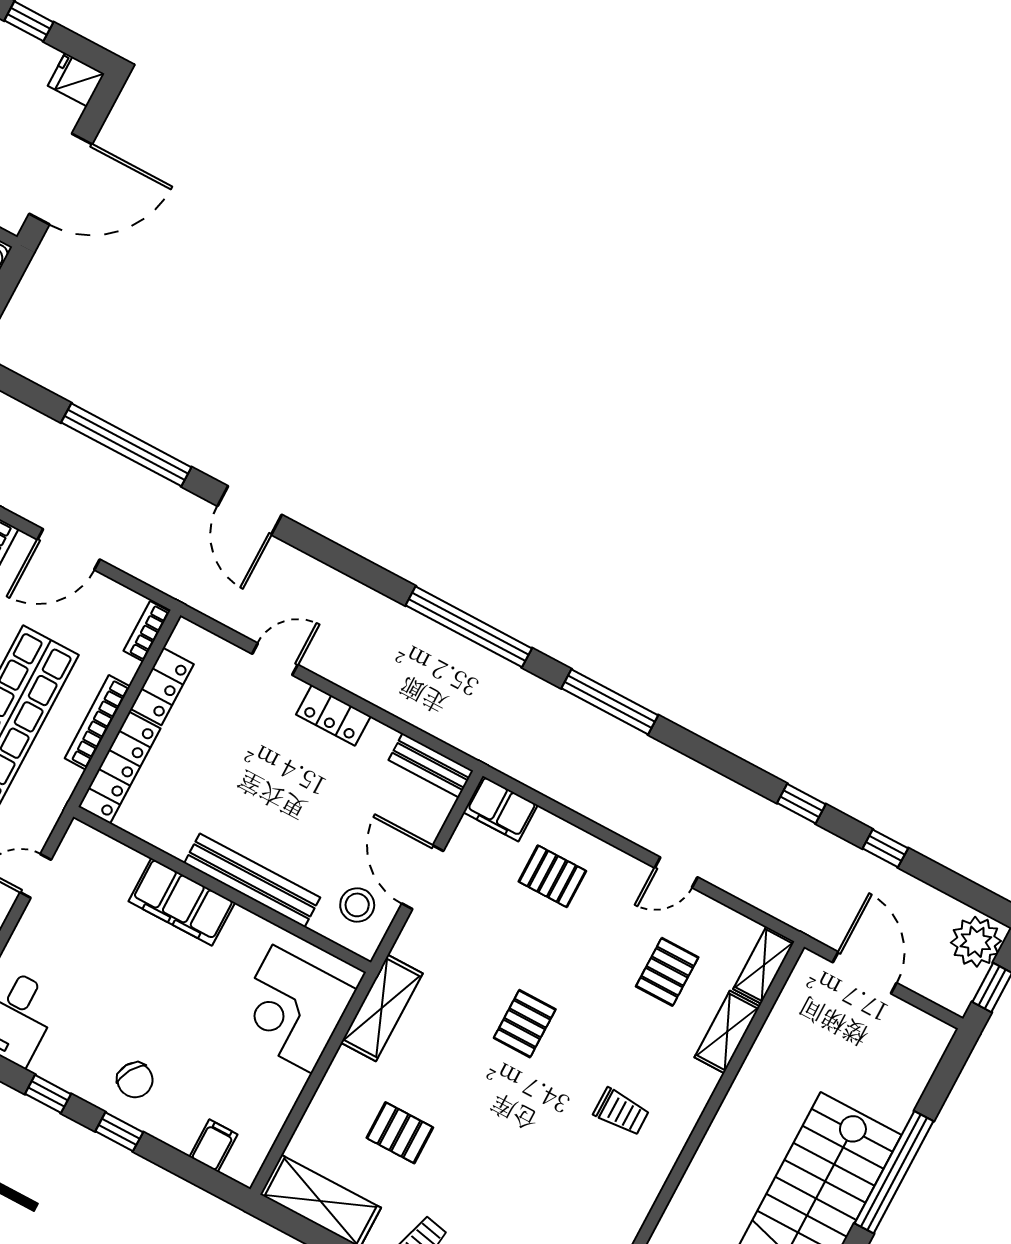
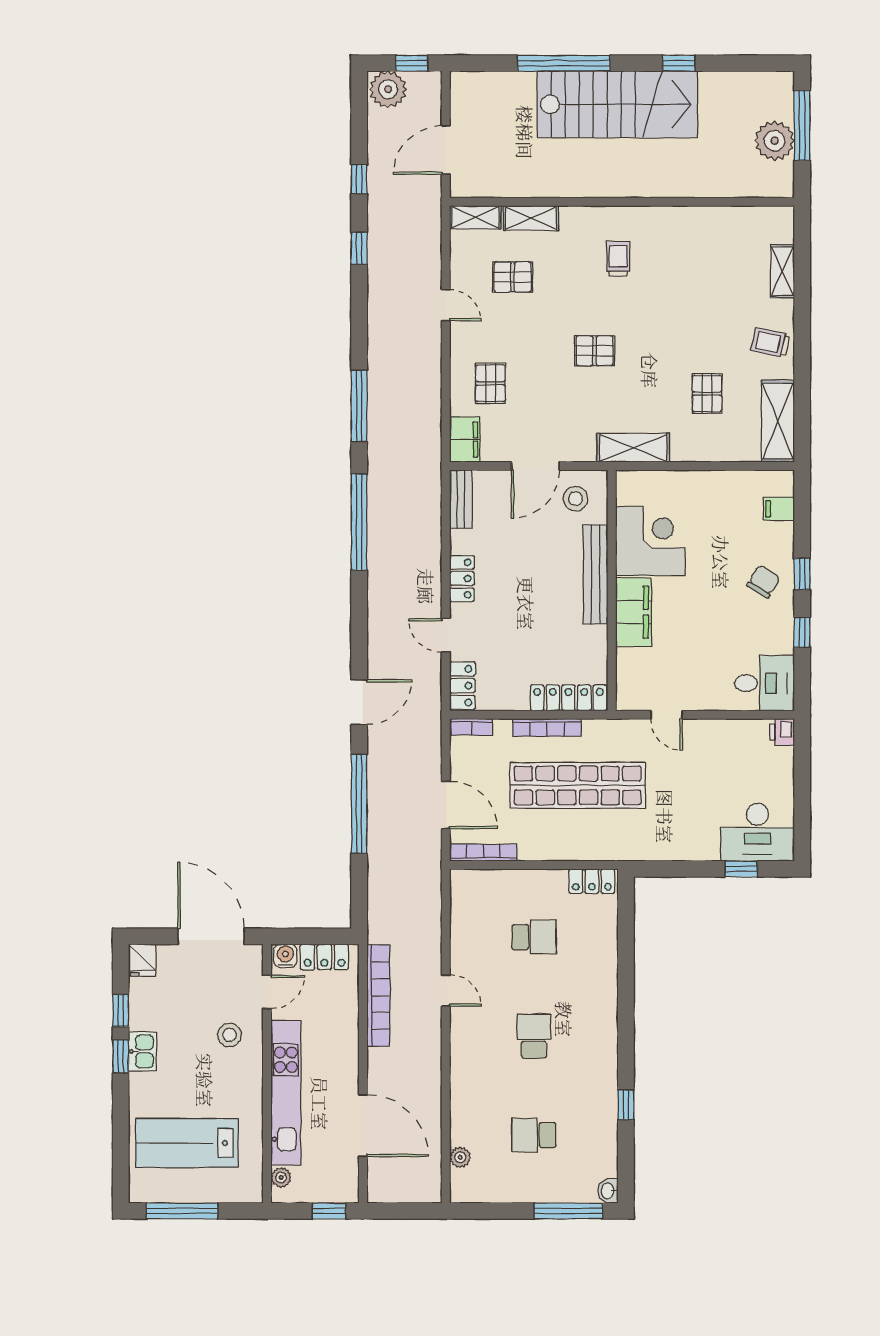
locker: (162, 687) -> (462, 686), moved, turned 90
corner desk: (292, 1009) -> (650, 541), moved, turned -90

